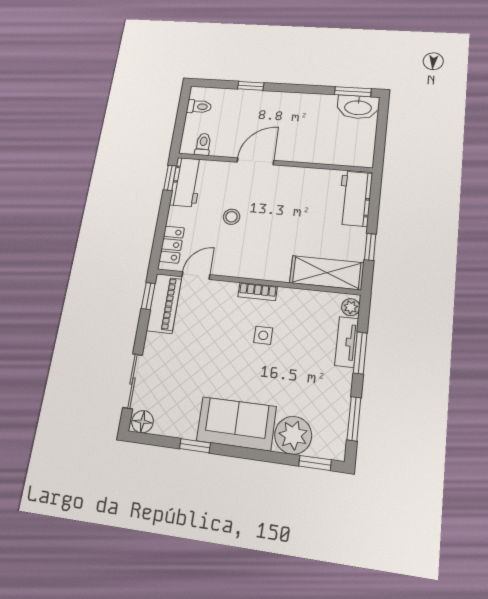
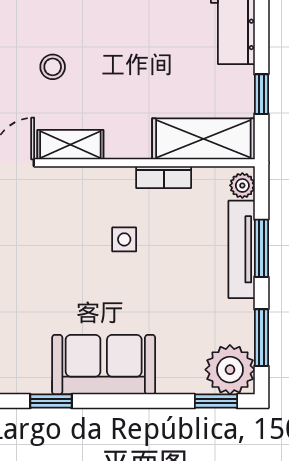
shelving: (236, 267) -> (70, 145), added
bookcase: (258, 292) -> (164, 177), moved
tv unit: (347, 342) -> (242, 249), width x1.41
plant: (293, 435) -> (230, 370), moved

